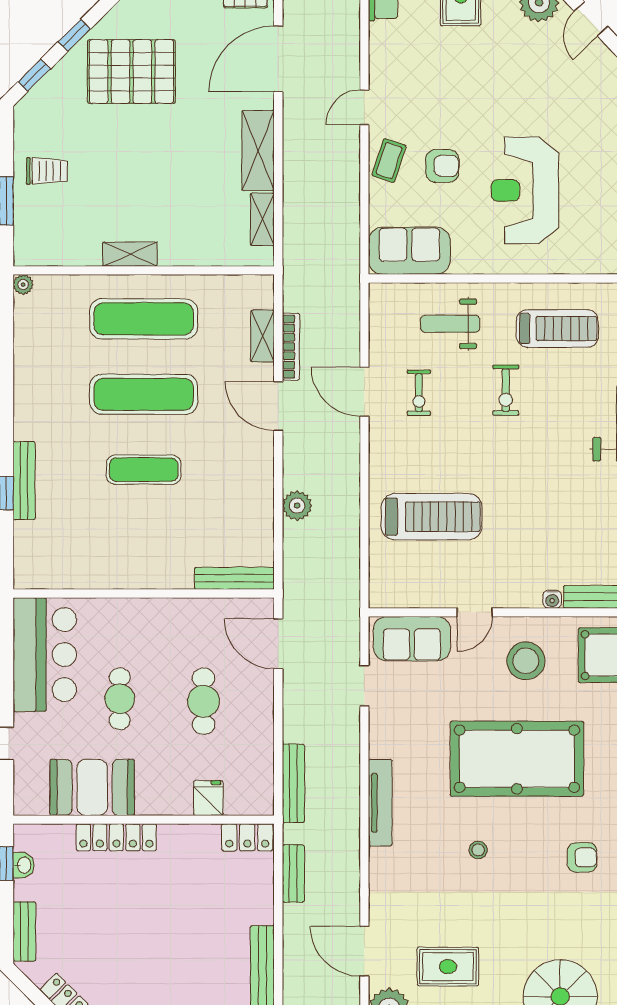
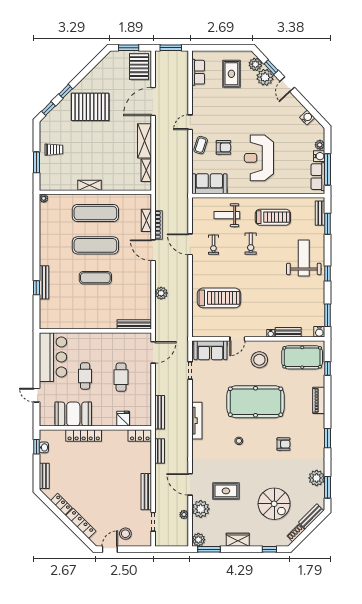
door: (278, 644) -> (153, 352), swing flipped

